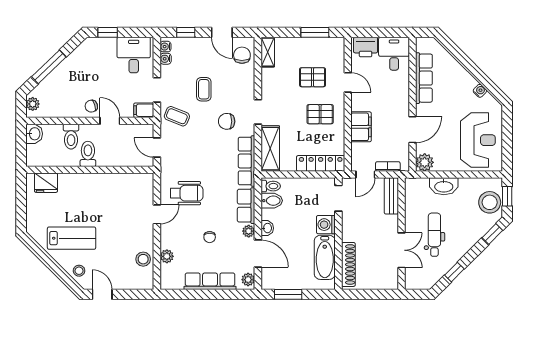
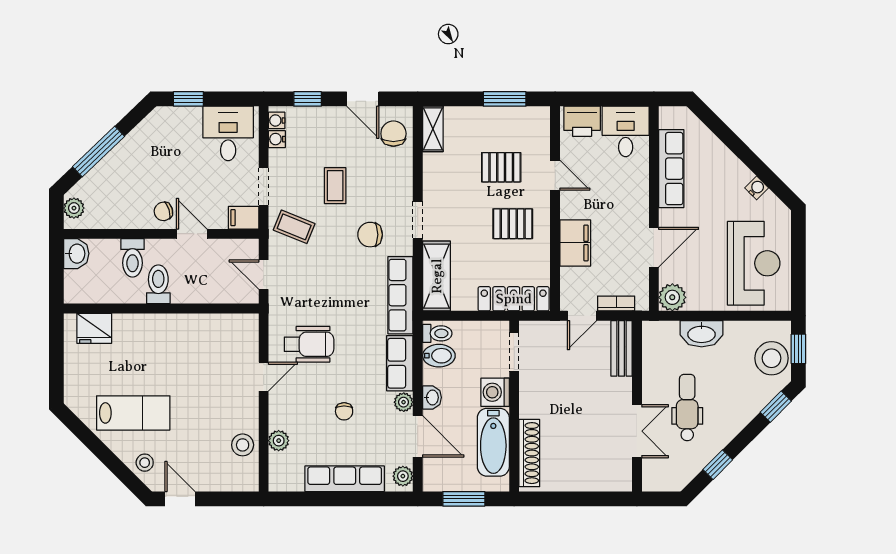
doorway: (338, 198) -> (514, 352), moved
washing machine: (326, 225) -> (495, 392), moved
wall: (338, 234) -> (514, 406), moved
bathtub: (325, 257) -> (493, 442), moved
shoe rack: (348, 264) -> (529, 453), moved

